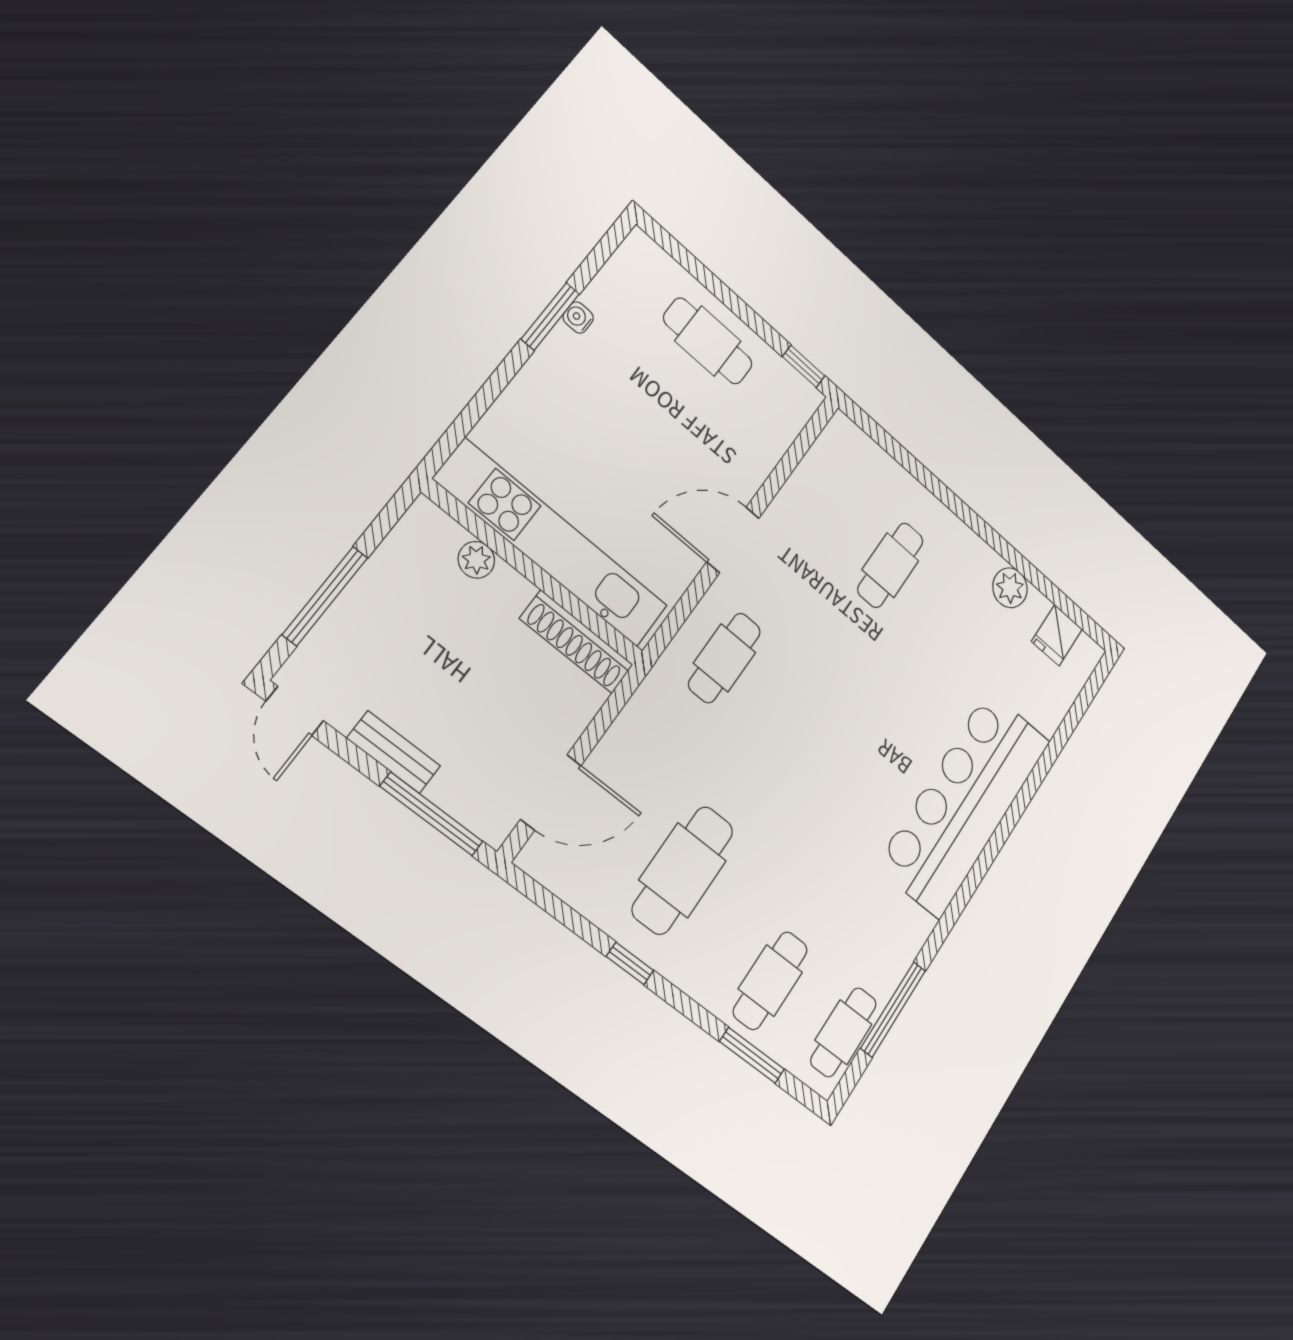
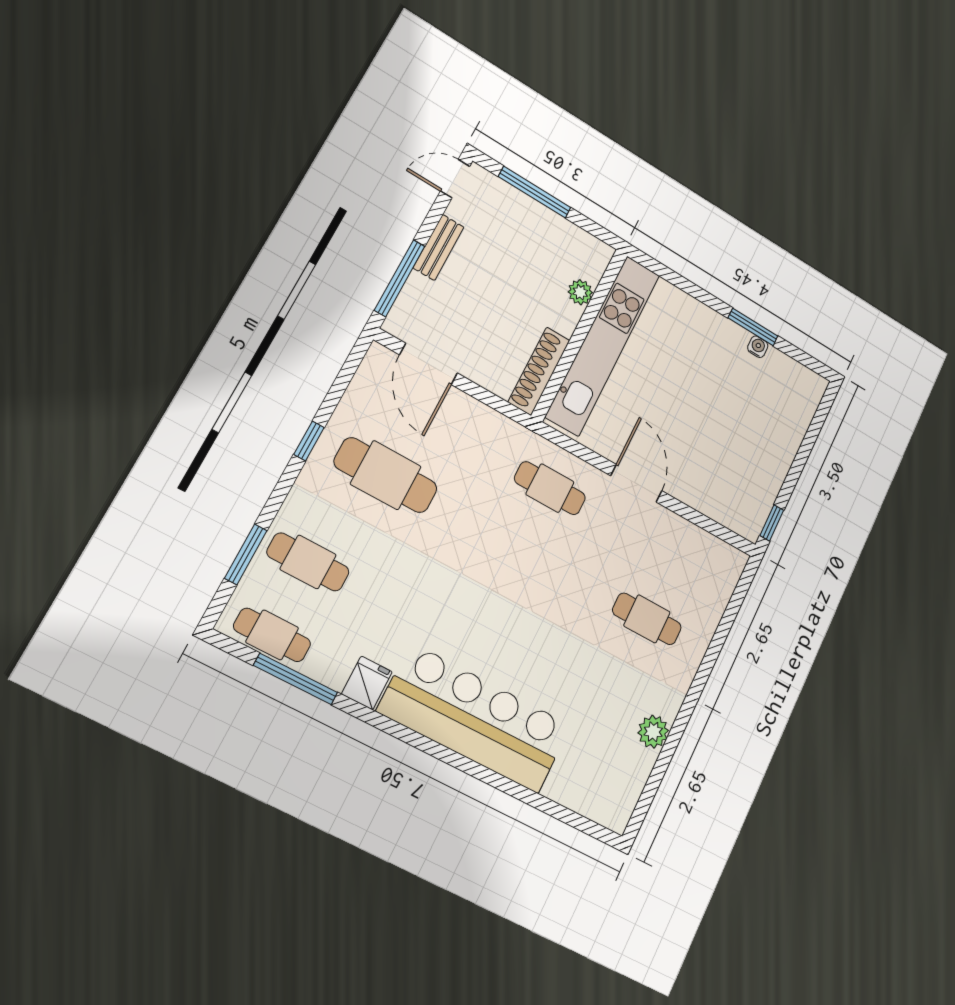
cafe table: (708, 341) -> (769, 445), removed
fridge: (1057, 635) -> (367, 683), moved, turned 90

